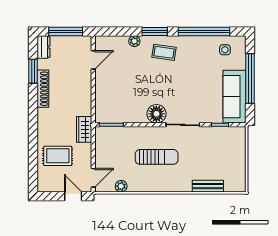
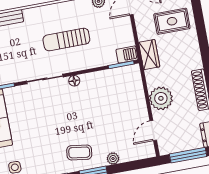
plant: (81, 88) -> (161, 98), added
floor lamp: (156, 114) -> (74, 81), width x0.53, depth x0.53
barbecue: (104, 133) -> (127, 55), added

